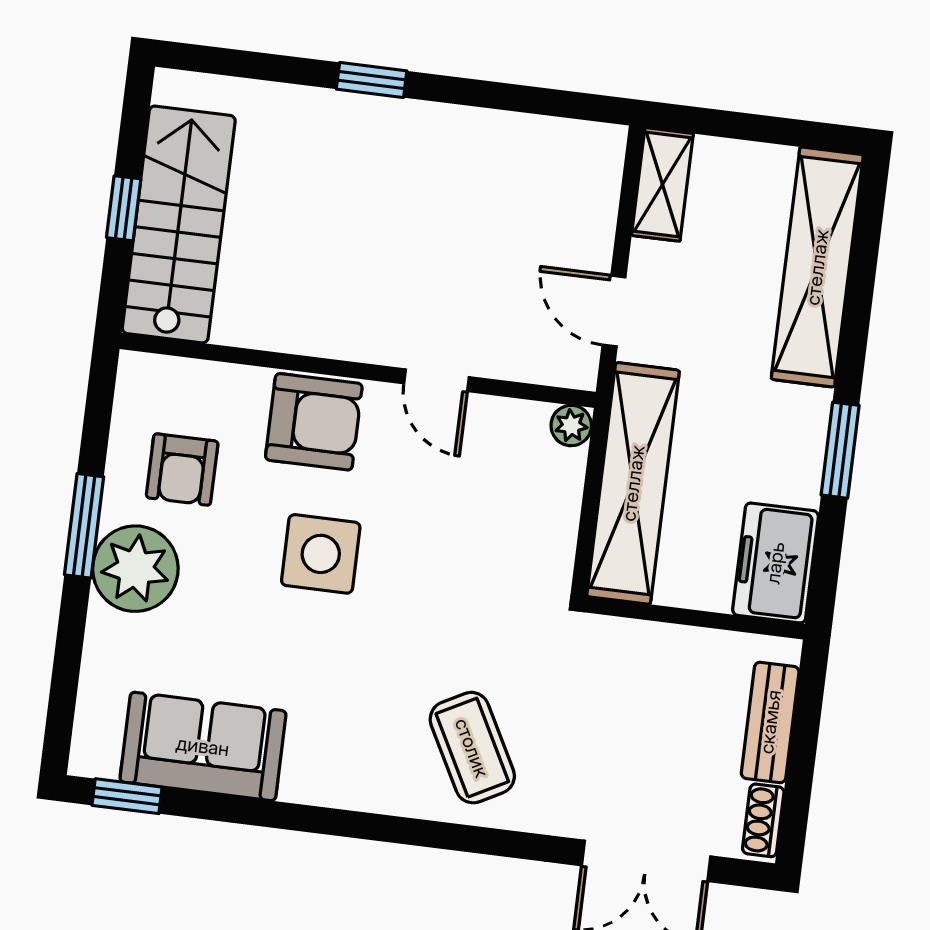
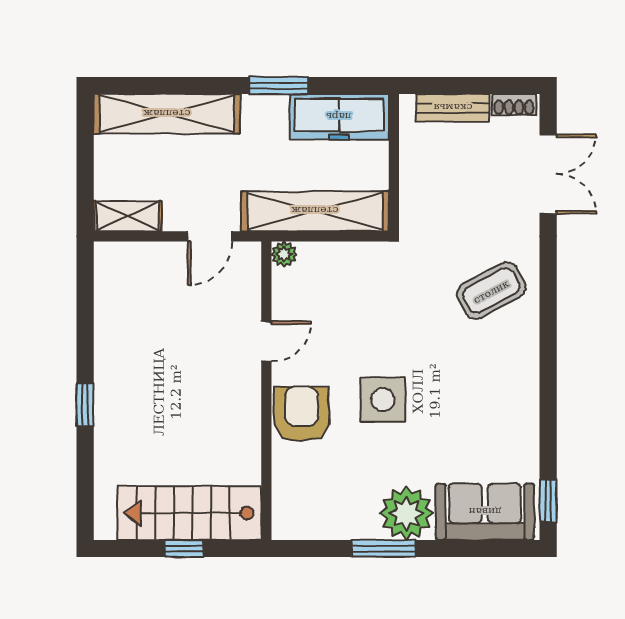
armchair: (182, 469) -> (341, 492), removed
freezer: (775, 563) -> (339, 117), width x1.40
sofa: (203, 746) -> (485, 512), moved, turned 90

